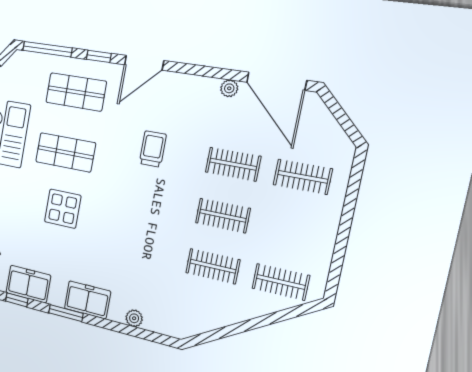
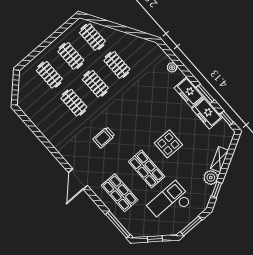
window: (99, 56) -> (96, 200), removed
door: (144, 63) -> (78, 179), swing flipped
door: (276, 81) -> (29, 123), removed
plant: (229, 88) -> (50, 137), removed
clothes rail: (292, 230) -> (71, 56), added
freezer: (28, 284) -> (207, 113), moved

